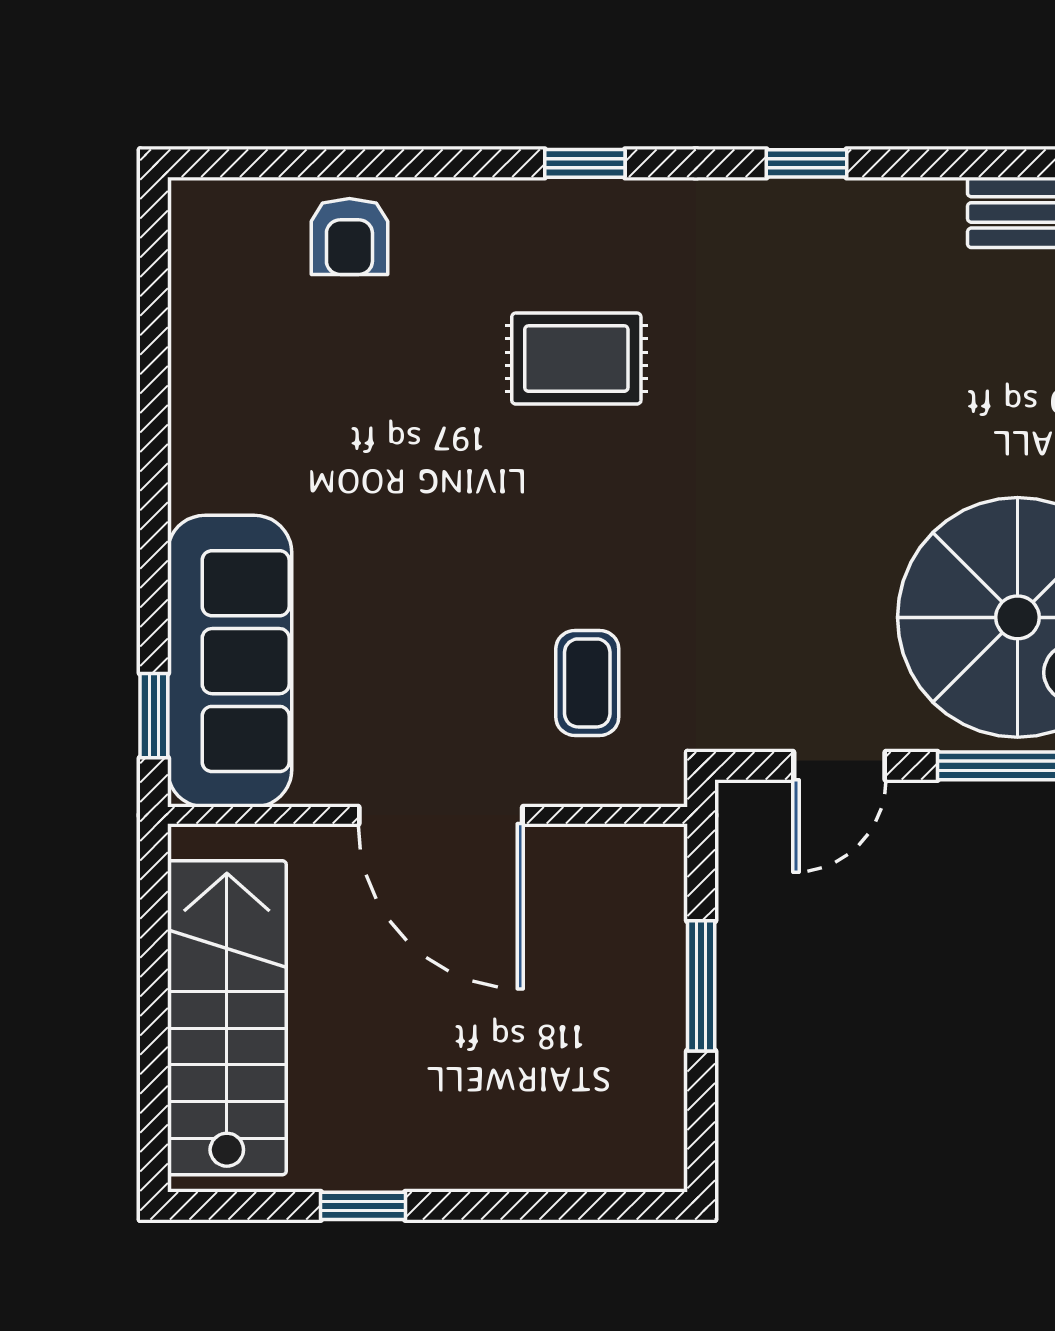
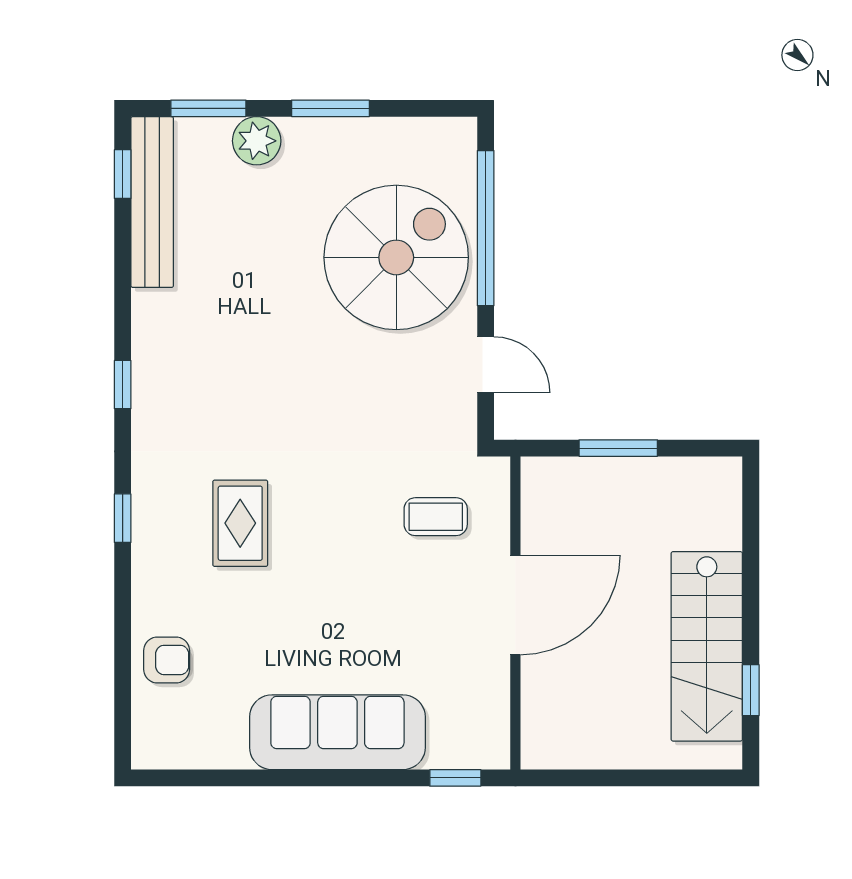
sofa: (230, 661) -> (337, 732), moved
stairs: (227, 1018) -> (707, 646), moved, turned -90
window: (363, 1206) -> (751, 690), moved

